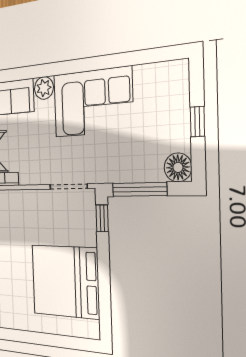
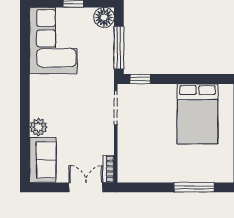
corner sofa: (93, 102) -> (53, 41), moved
bed: (65, 281) -> (198, 114), width x0.73

